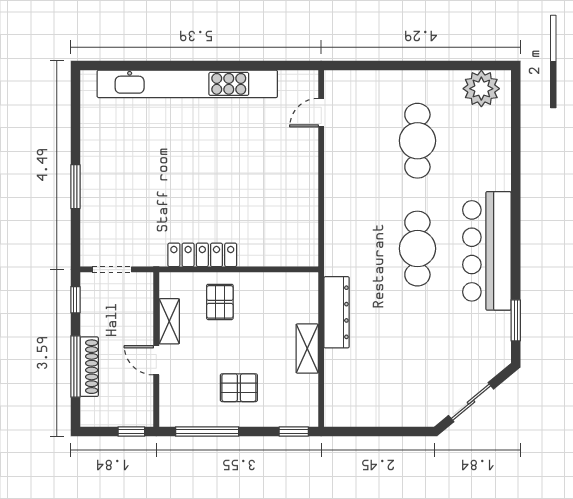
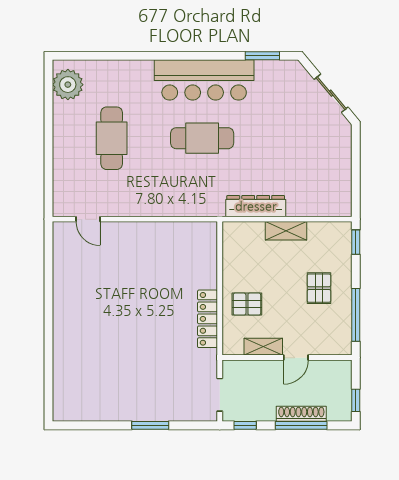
kitchen unit: (187, 84) -> (64, 331), removed
cafe table: (417, 141) -> (112, 138), turned 90
window: (131, 432) -> (356, 400), moved

